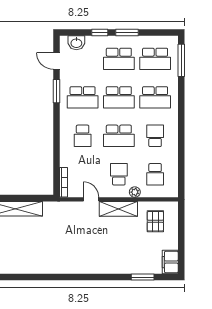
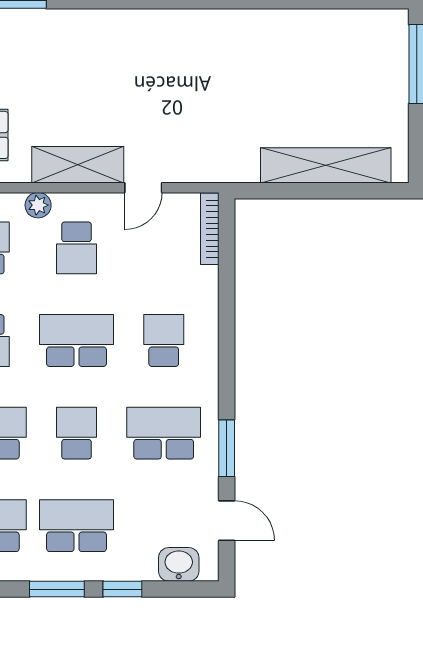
school desk: (119, 97) -> (76, 433), width x0.54
door: (91, 199) -> (143, 188), hinge flipped

